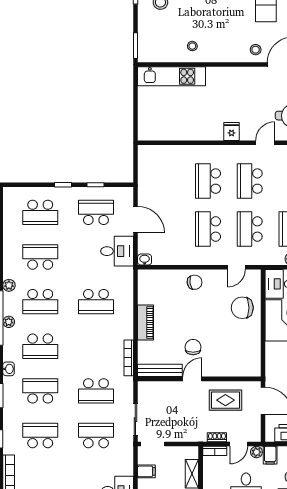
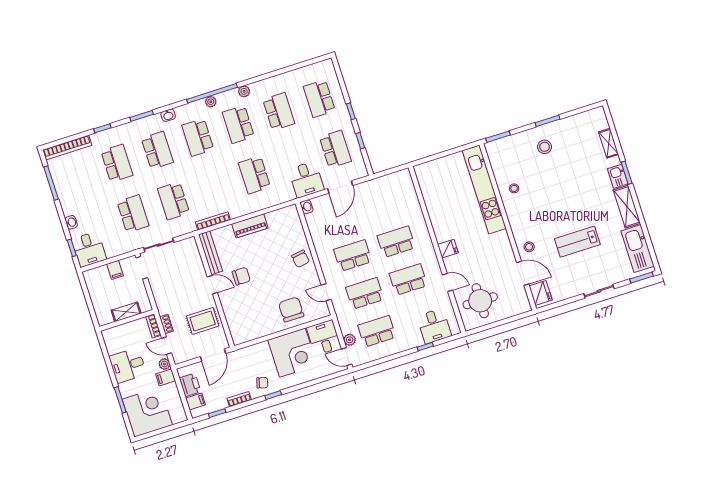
kitchen unit: (172, 76) -> (484, 189), width x1.36
rug: (225, 400) -> (203, 321), turned 90

